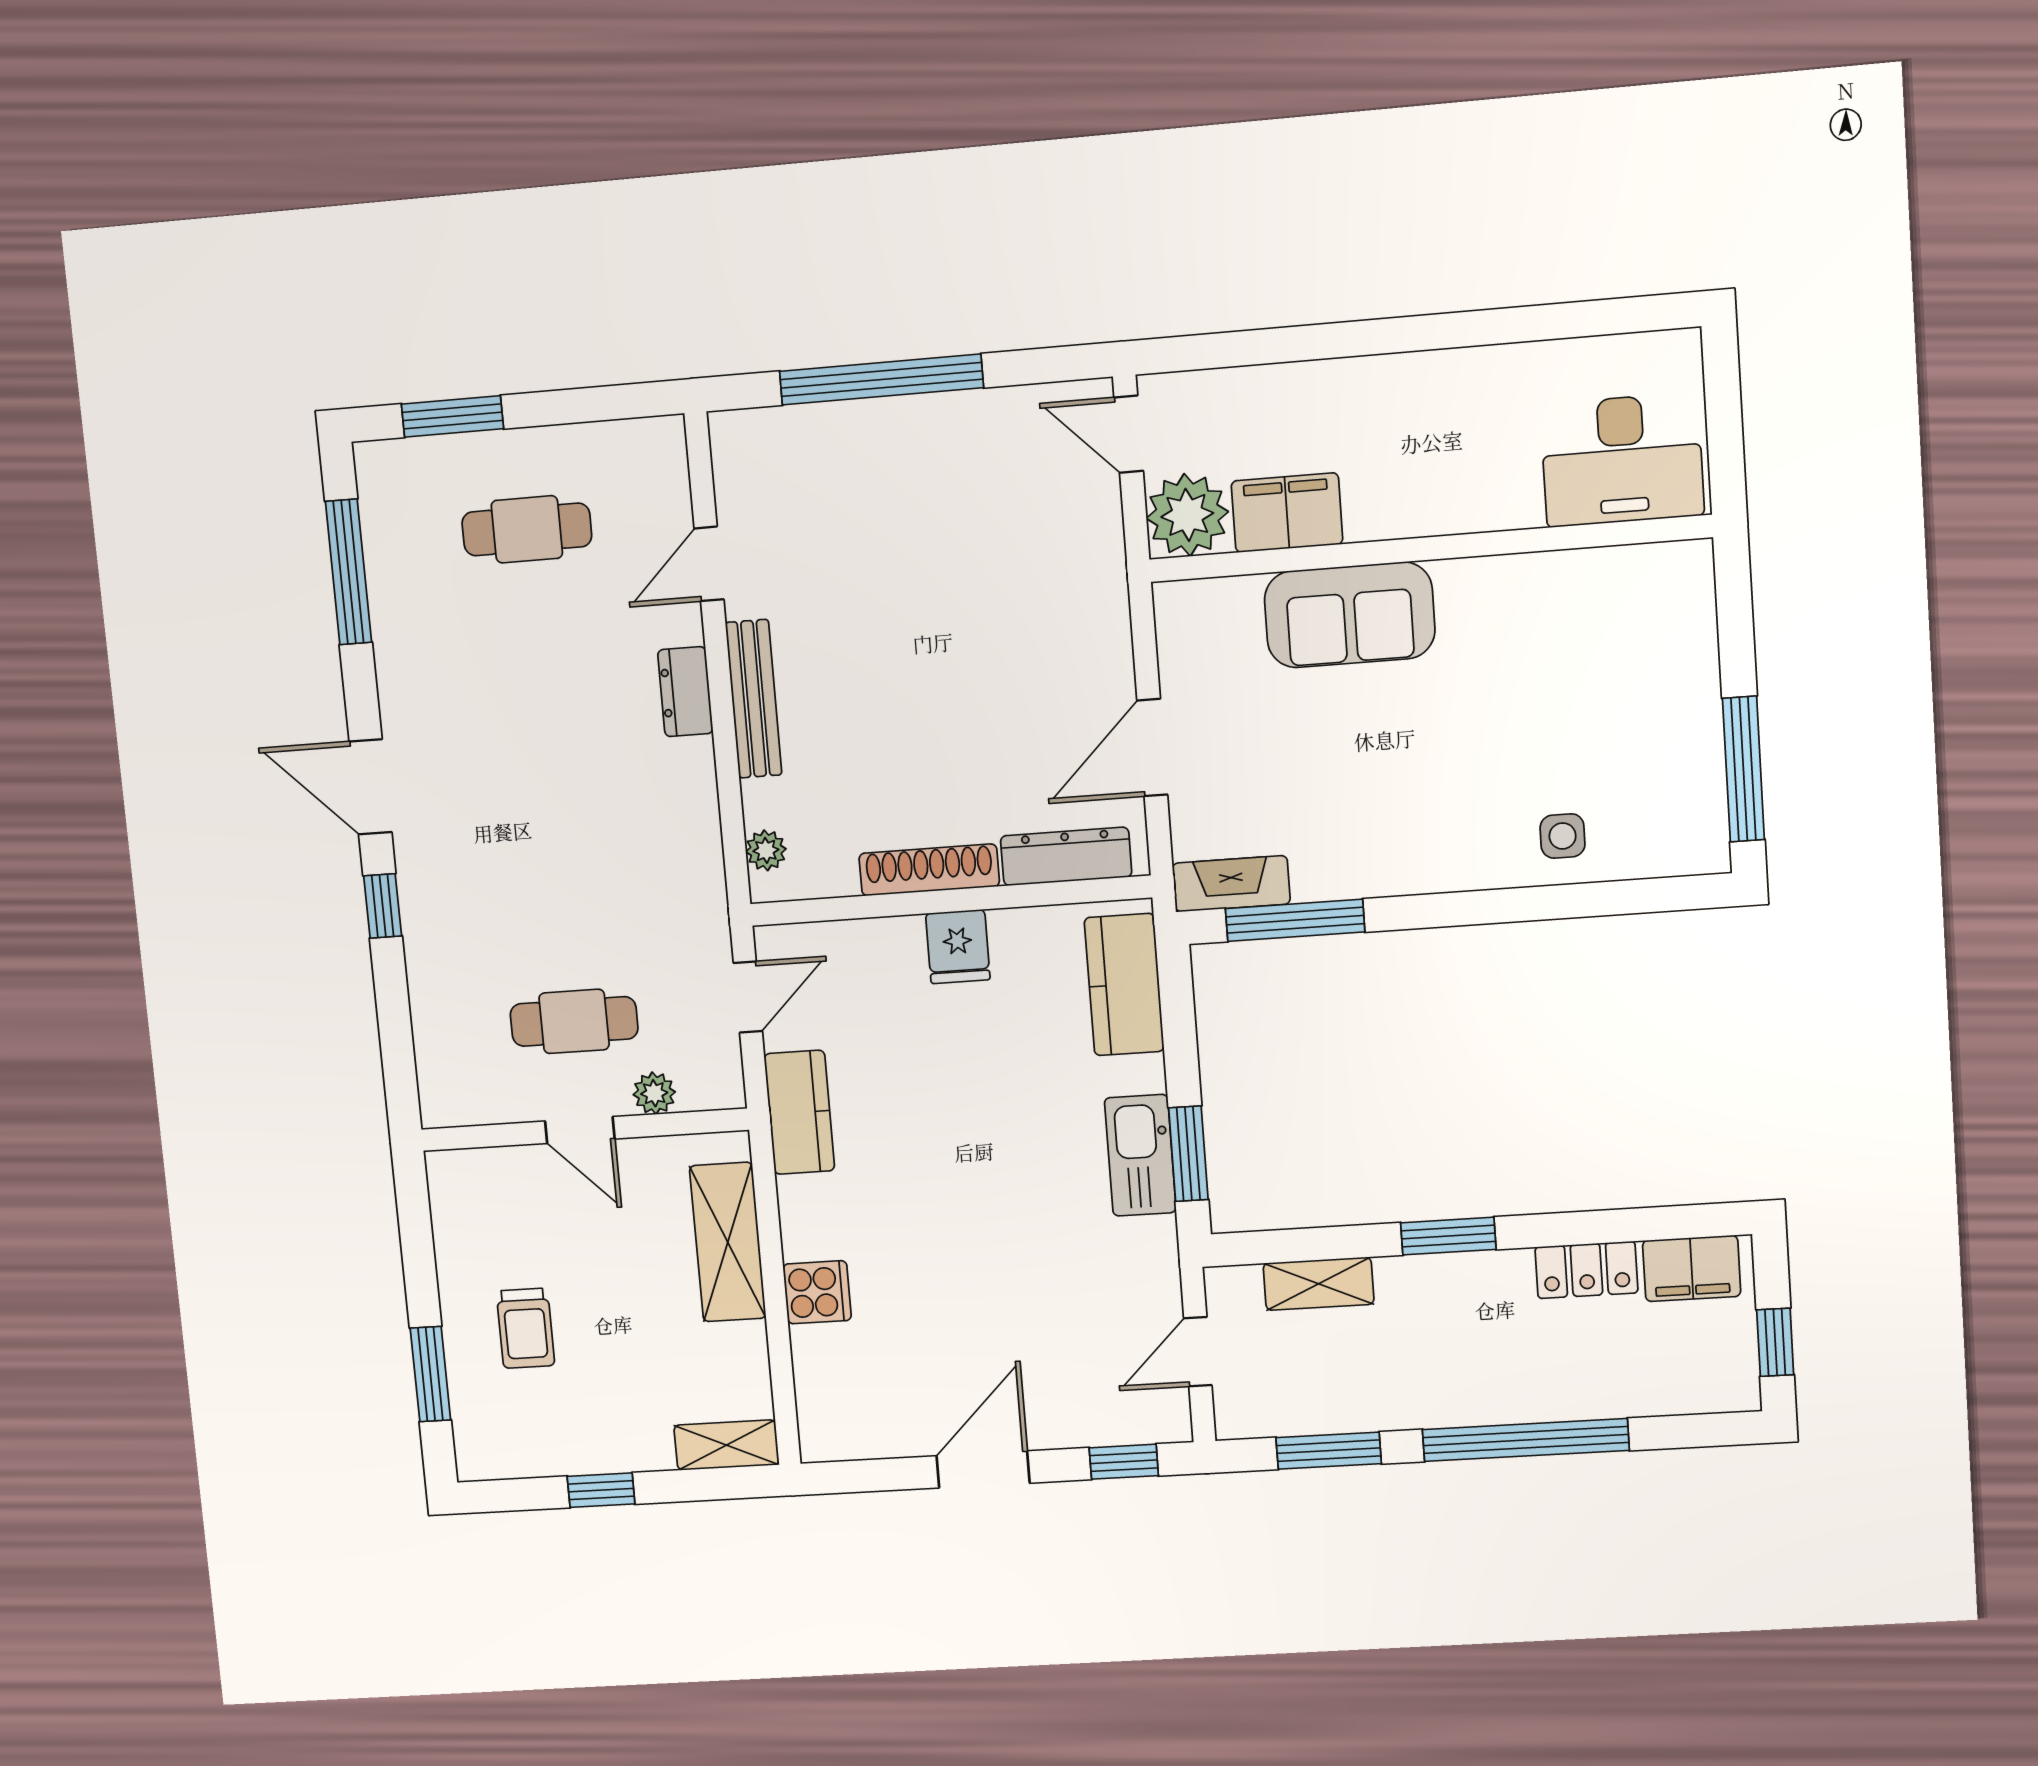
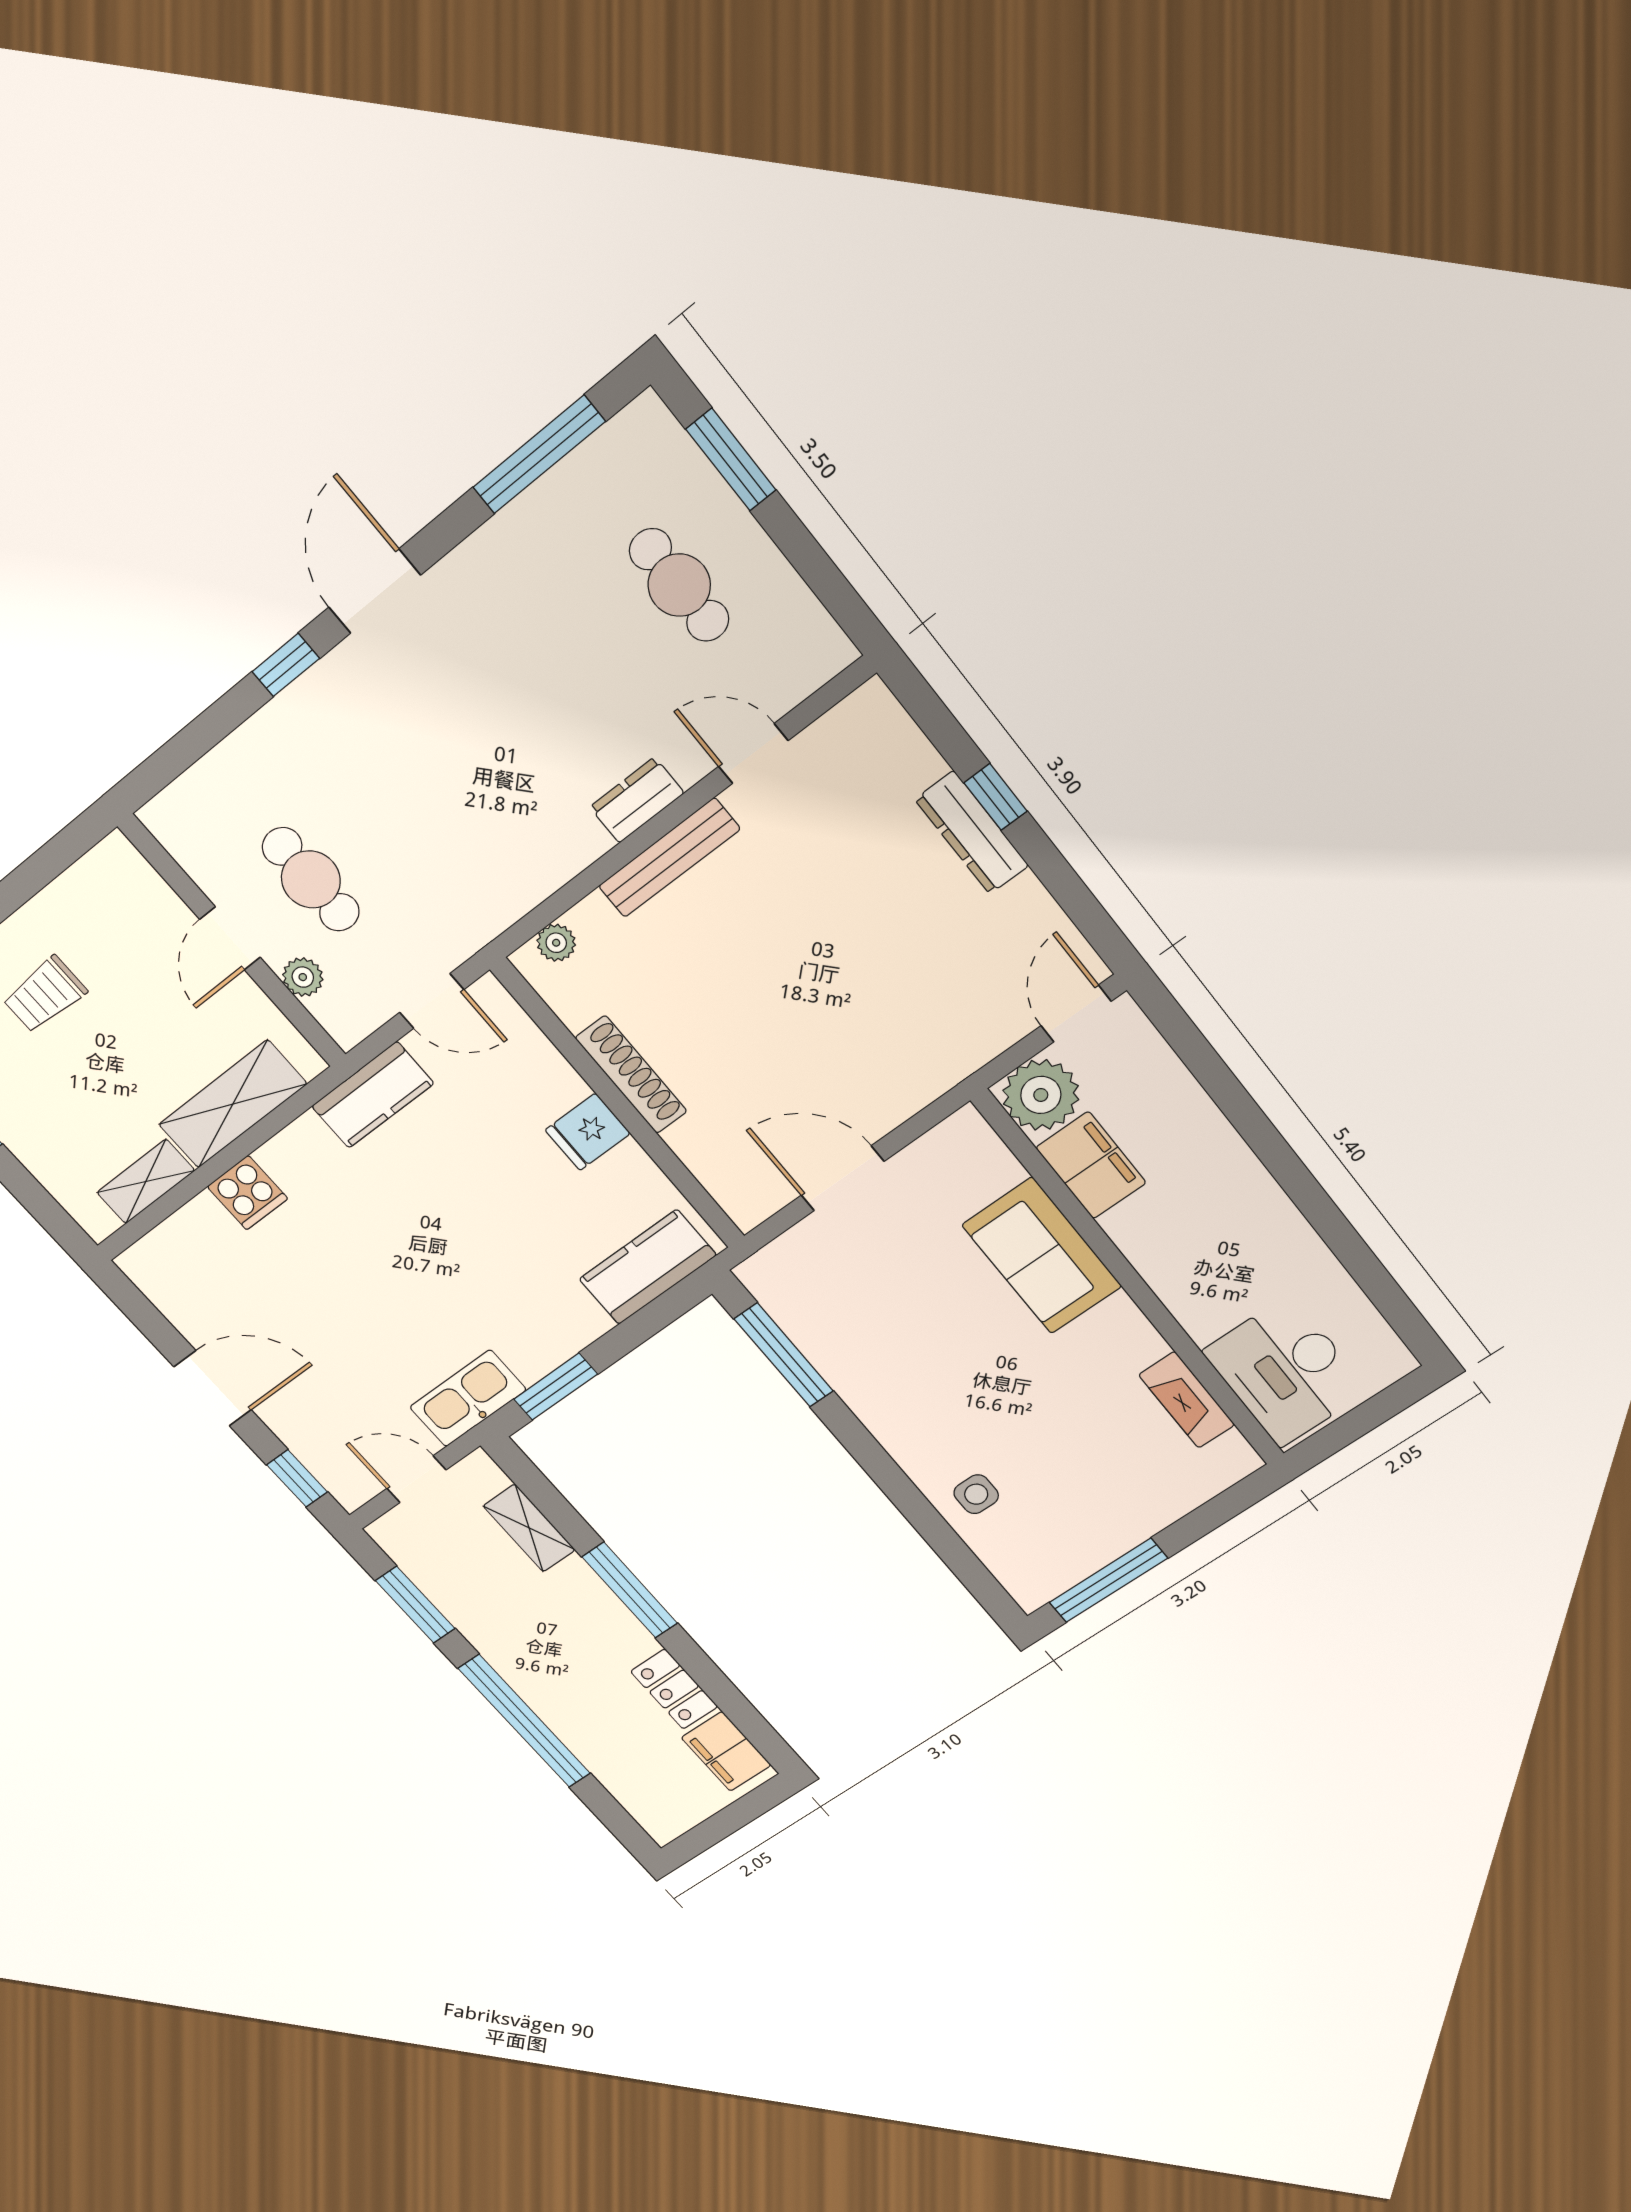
window: (881, 379) -> (996, 797), width x0.32
dresser: (1066, 856) -> (972, 833), moved, turned 180
fireplace: (1231, 884) -> (1187, 1400), moved, turned 180
kitchen sink: (1140, 1155) -> (468, 1398), moved
window: (1448, 1236) -> (630, 1590), width x1.44
window: (1775, 1342) -> (715, 1829), removed
shelving: (726, 1445) -> (146, 1181), moved, turned 90

